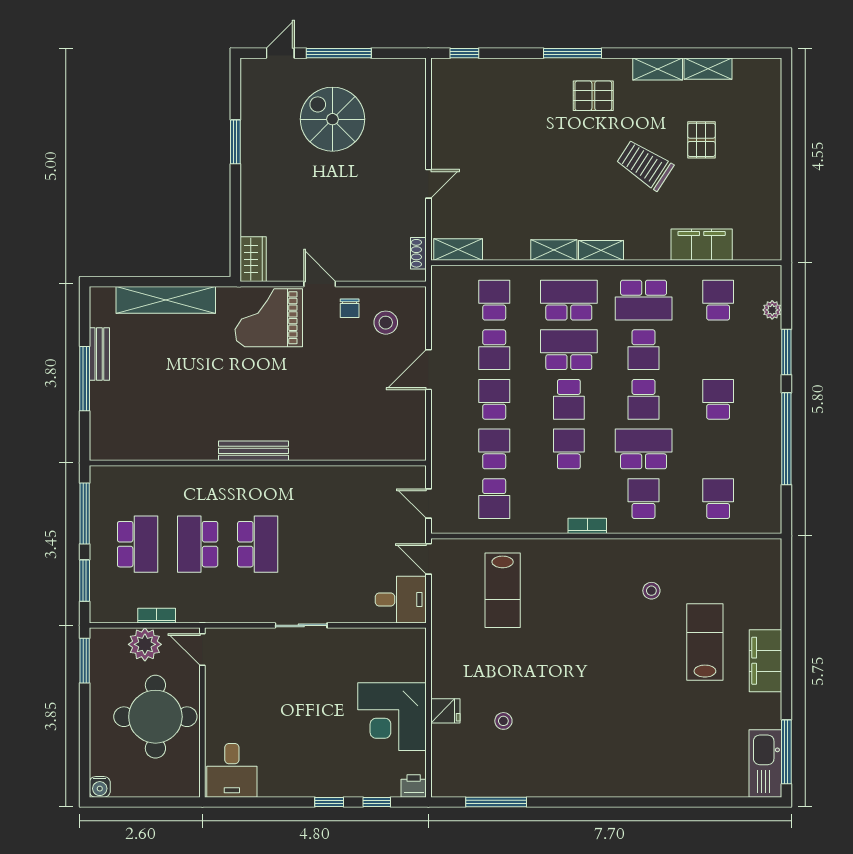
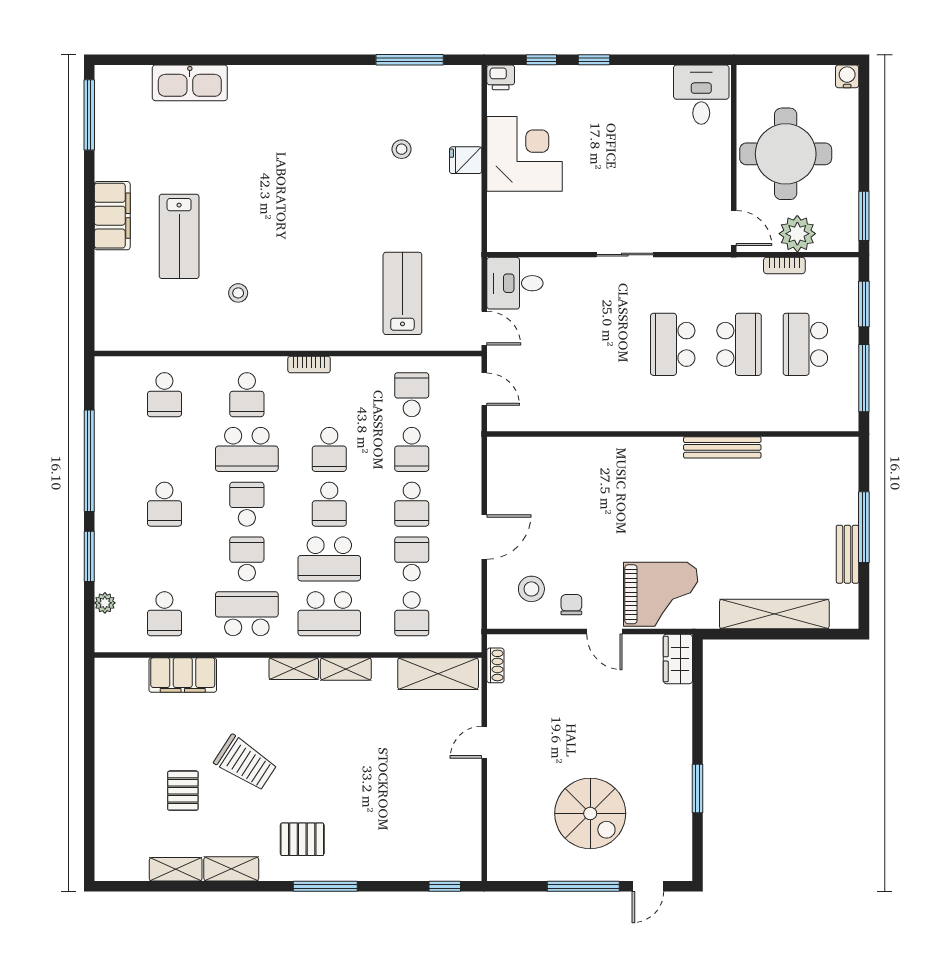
shelving: (458, 249) -> (438, 674), width x1.50, depth x1.33
school desk: (569, 399) -> (329, 504), turned 180
bench: (254, 451) -> (722, 447), moved
kitchen sink: (765, 763) -> (190, 83), moved, turned 90

